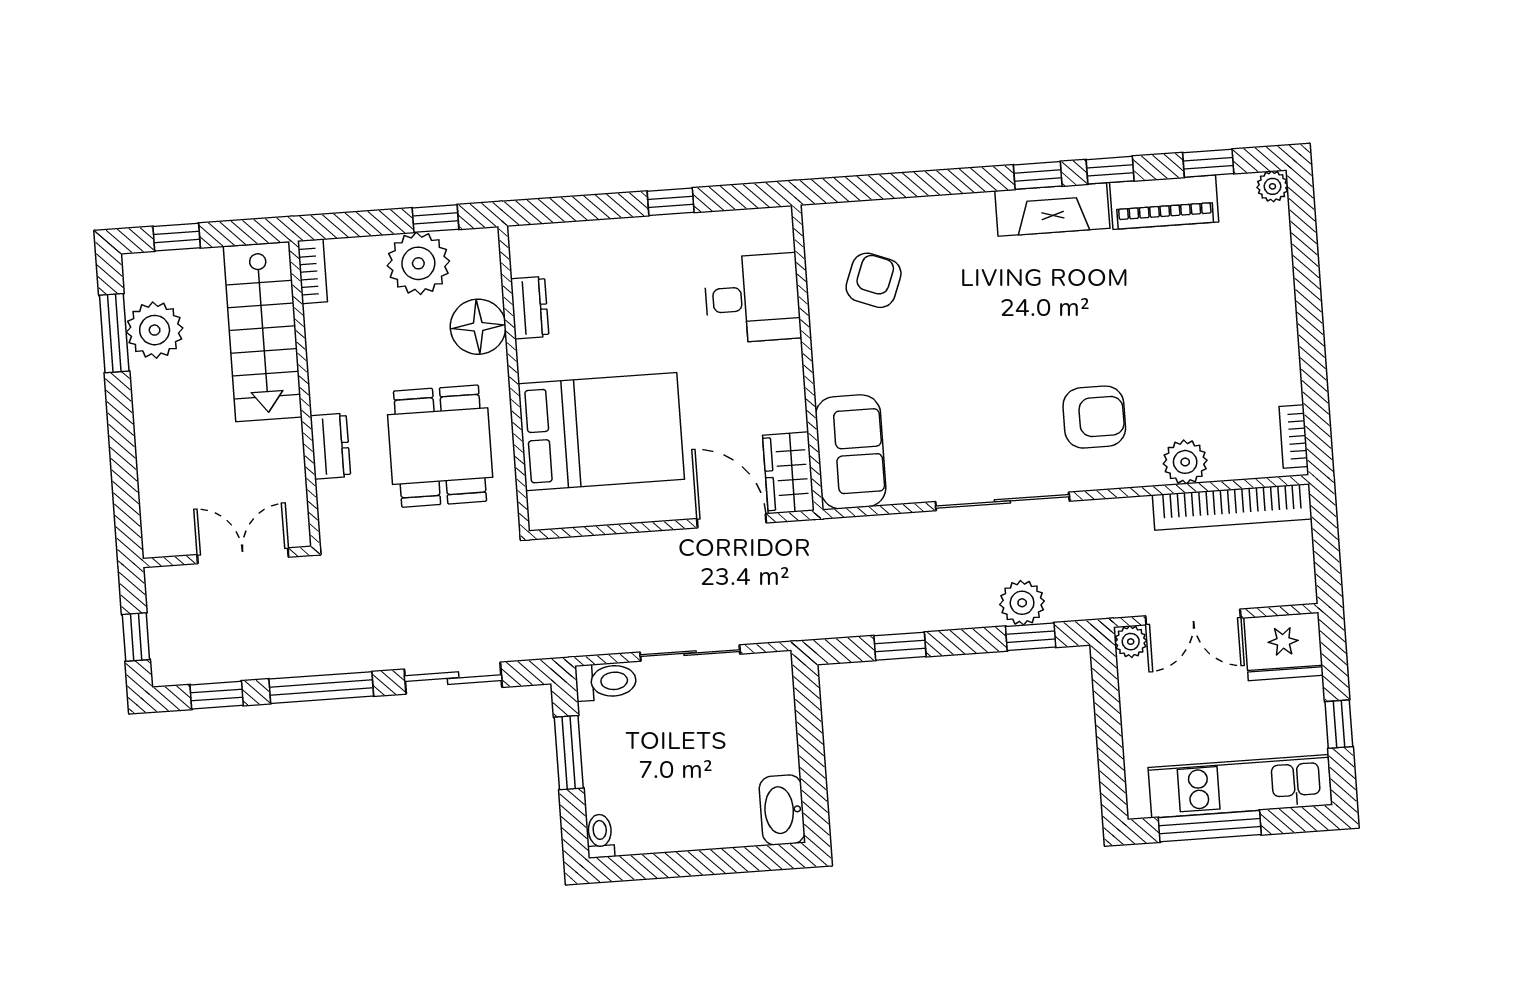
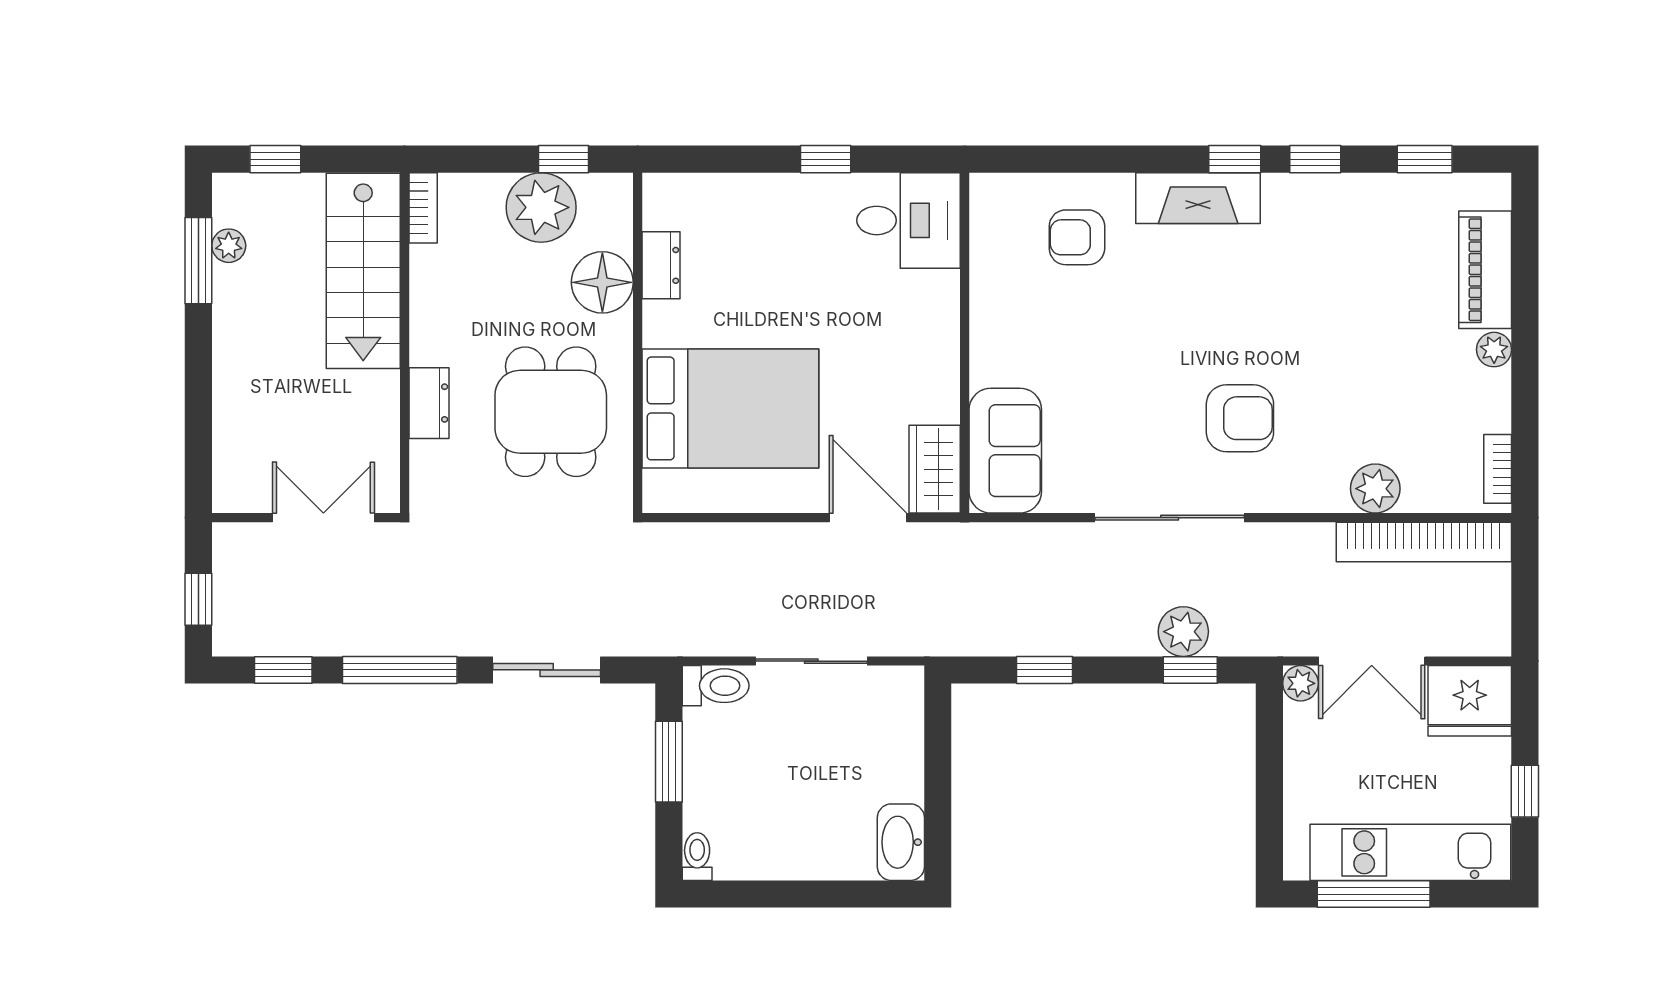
plant: (1273, 186) -> (1494, 350), moved
piano: (1164, 202) -> (1485, 270), moved, turned 90
fireplace: (1052, 210) -> (1198, 198), moved
armchair: (874, 280) -> (1077, 237), moved, turned -111
desk: (752, 298) -> (909, 220), moved
plant: (155, 330) -> (229, 246), width x0.53, depth x0.53
armchair: (1094, 417) -> (1240, 418), moved

